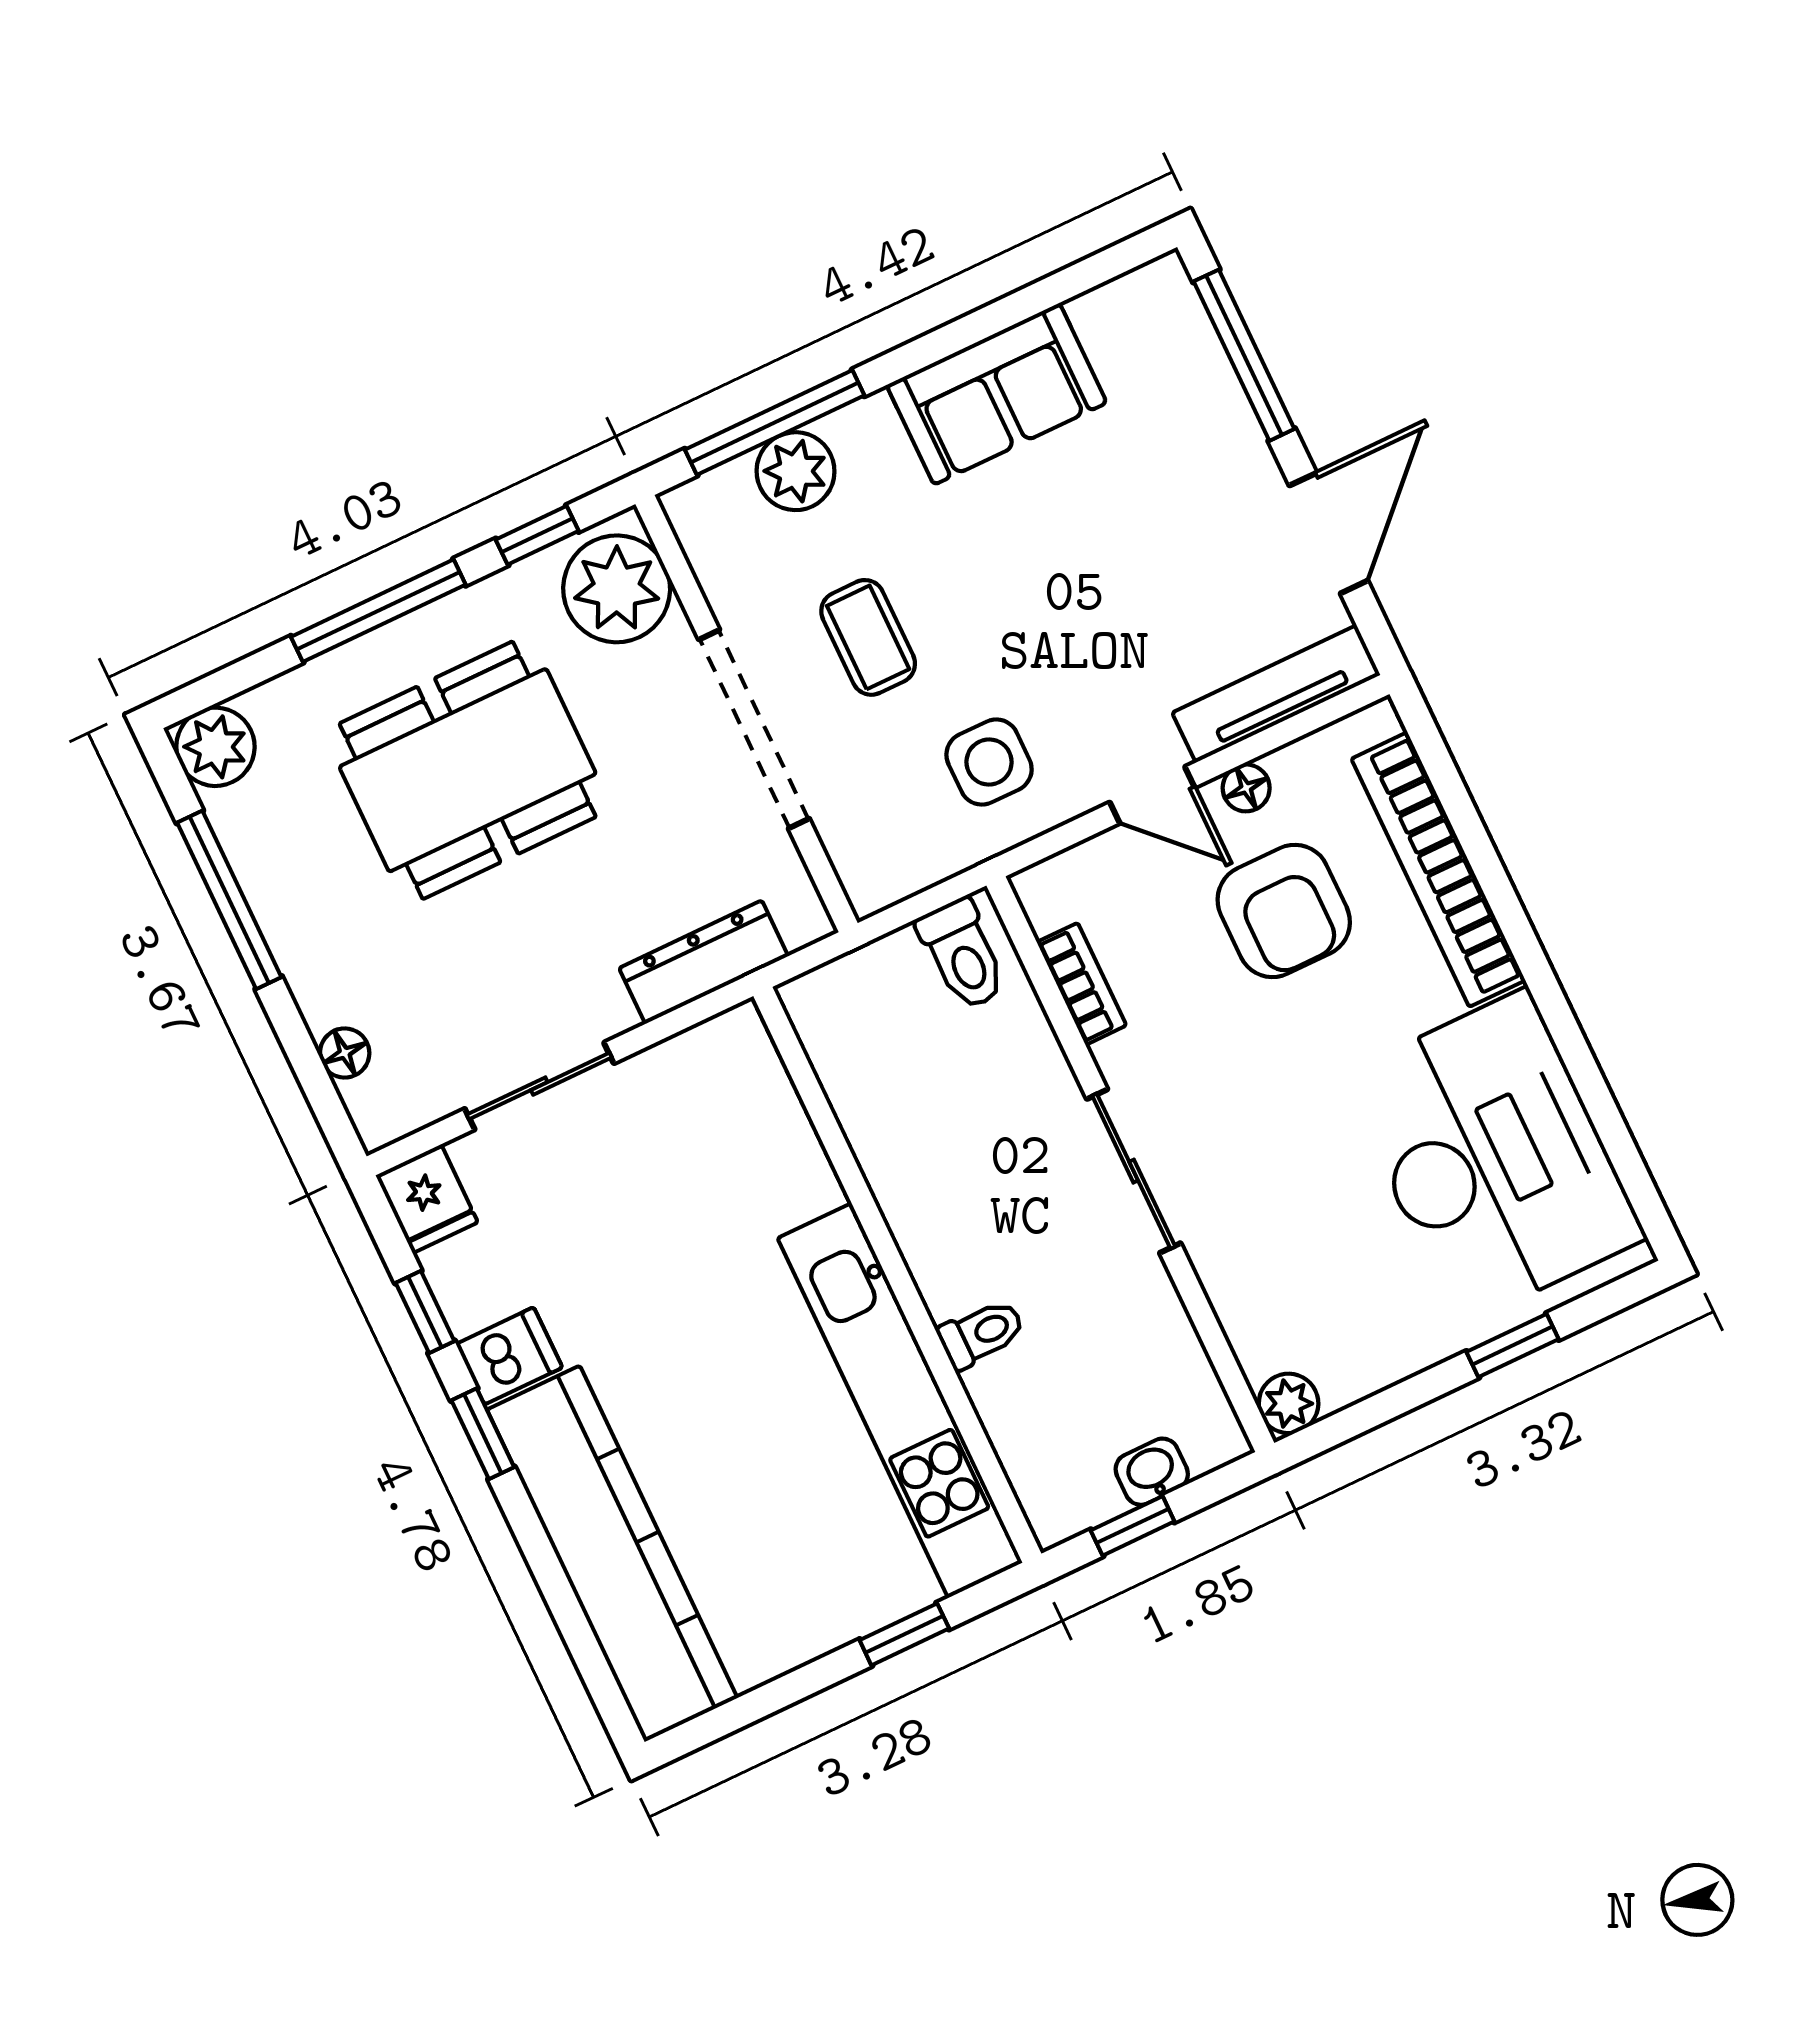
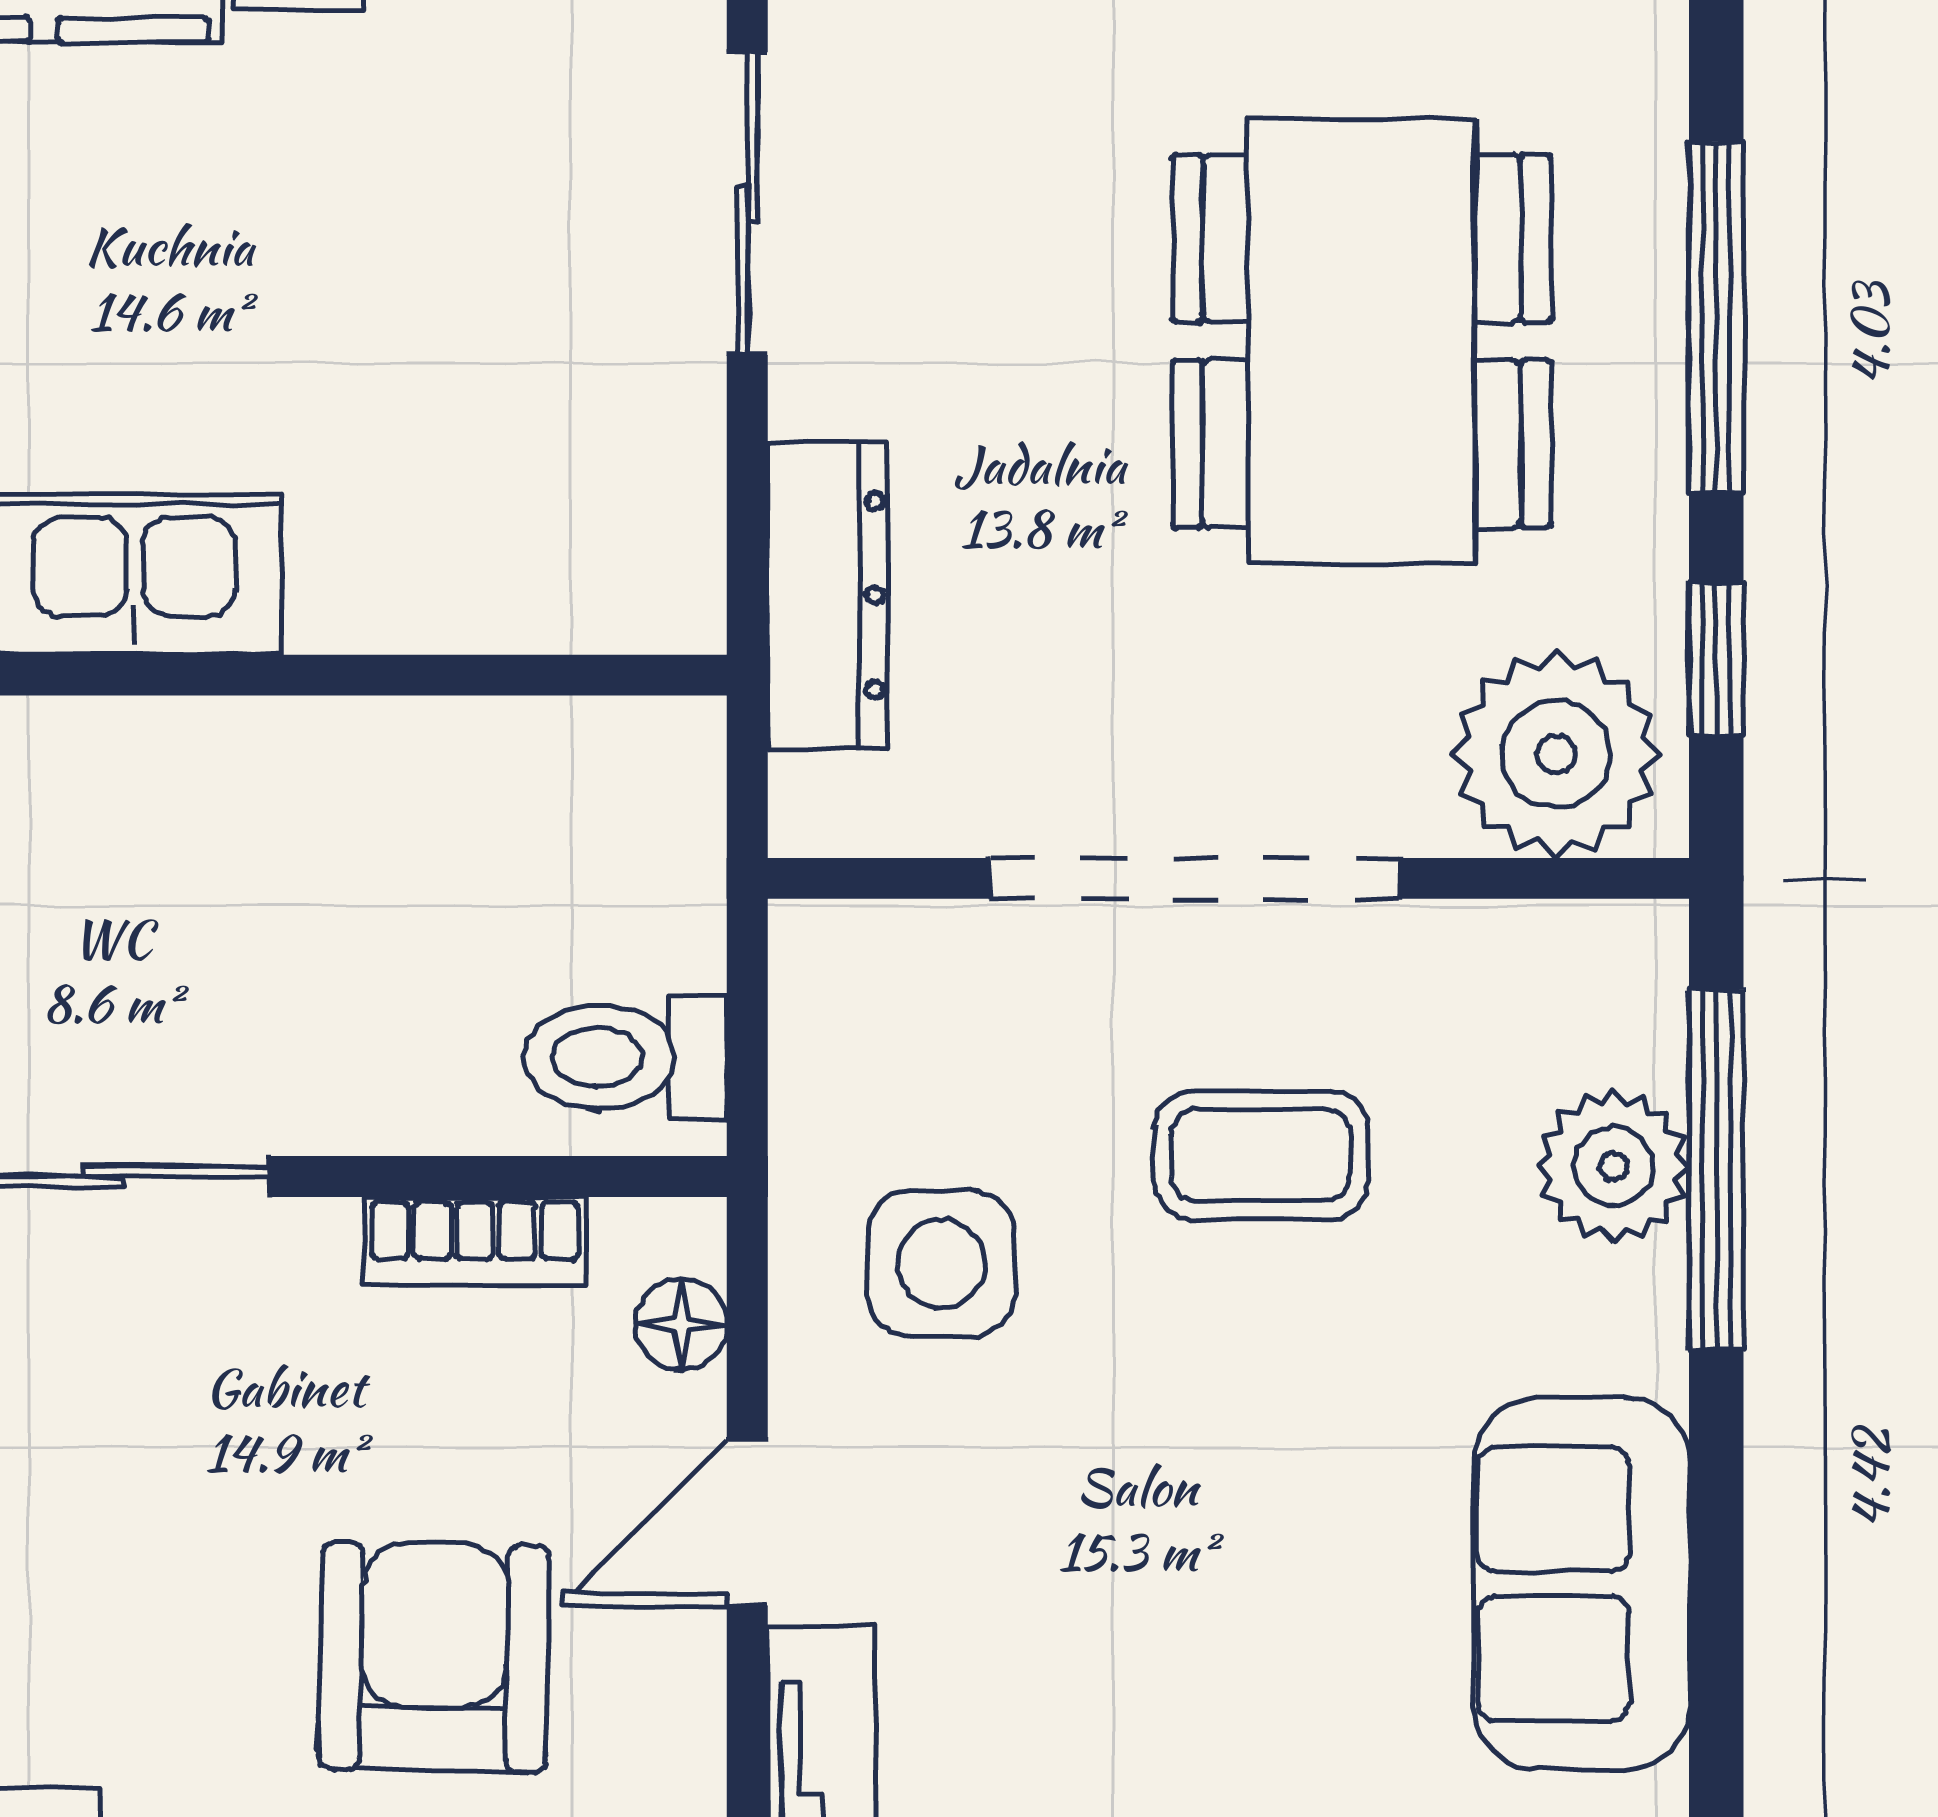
floor lamp: (1246, 788) -> (681, 1324), moved
armchair: (1284, 911) -> (434, 1657), turned 91

